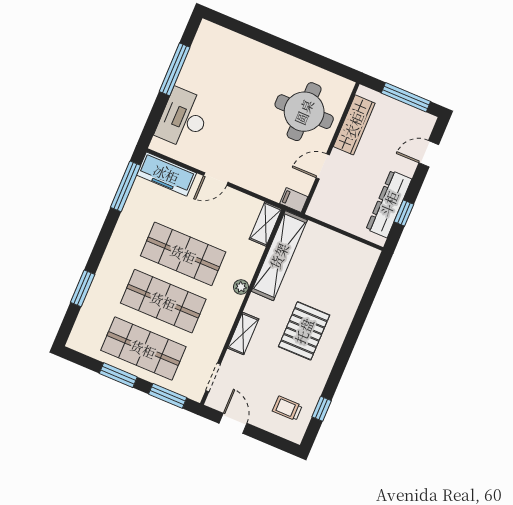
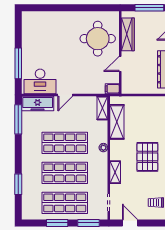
window: (175, 69) -> (18, 63), moved
desk: (183, 118) -> (40, 81), moved, turned -90
shelving: (279, 256) -> (117, 122), width x0.68

